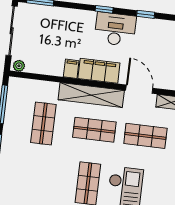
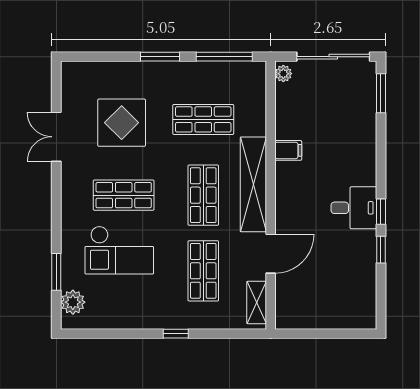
window: (104, 9) -> (381, 212), moved
desk: (115, 29) -> (354, 208), width x0.73
filing cabinet: (99, 71) -> (290, 191), removed
display table: (39, 179) -> (122, 123), added

